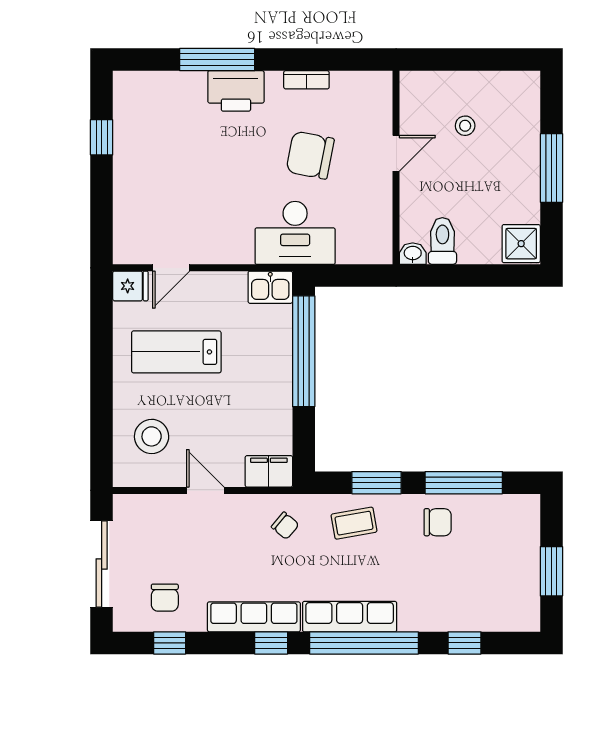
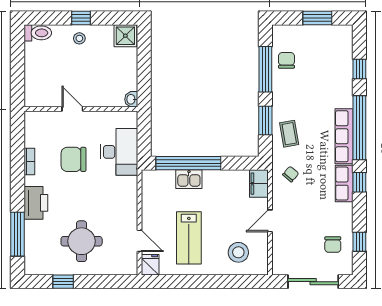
window: (217, 60) -> (17, 234), moved
stool: (465, 126) -> (79, 38), moved
chair: (310, 155) -> (74, 159), turned 79
window: (551, 168) -> (81, 18), width x0.46
round table: (170, 169) -> (82, 241), added
desk: (295, 233) -> (119, 152), moved
toilet: (442, 241) -> (38, 33), moved, turned 180
kitchen sink: (270, 287) -> (189, 179), moved, turned 90
chair: (438, 522) -> (286, 60), moved
chair: (165, 598) -> (333, 245), turned 90
row of seats: (254, 617) -> (344, 184), width x0.68

